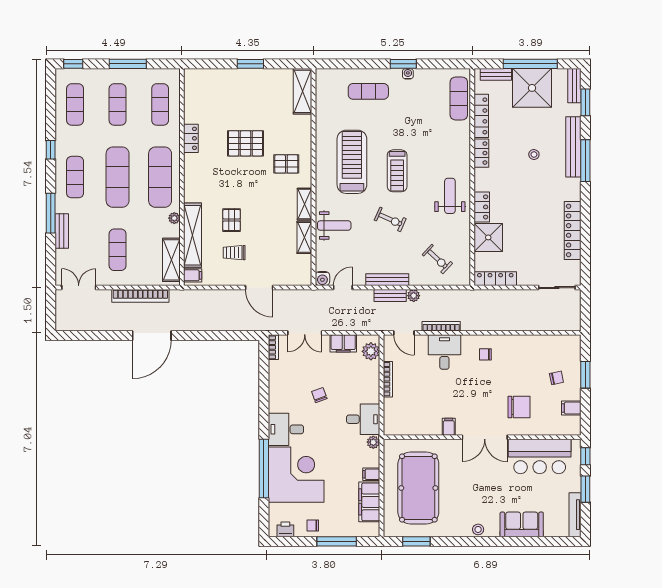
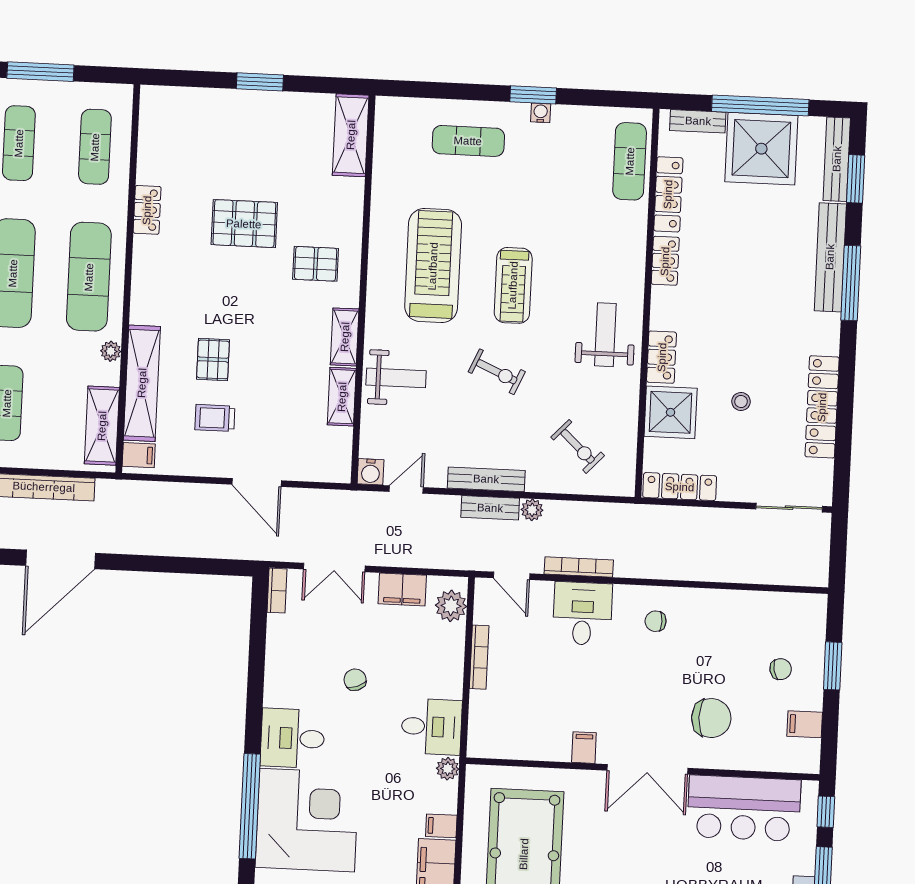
bench: (574, 86) -> (837, 159), width x1.36
stool: (534, 154) -> (741, 401), moved

